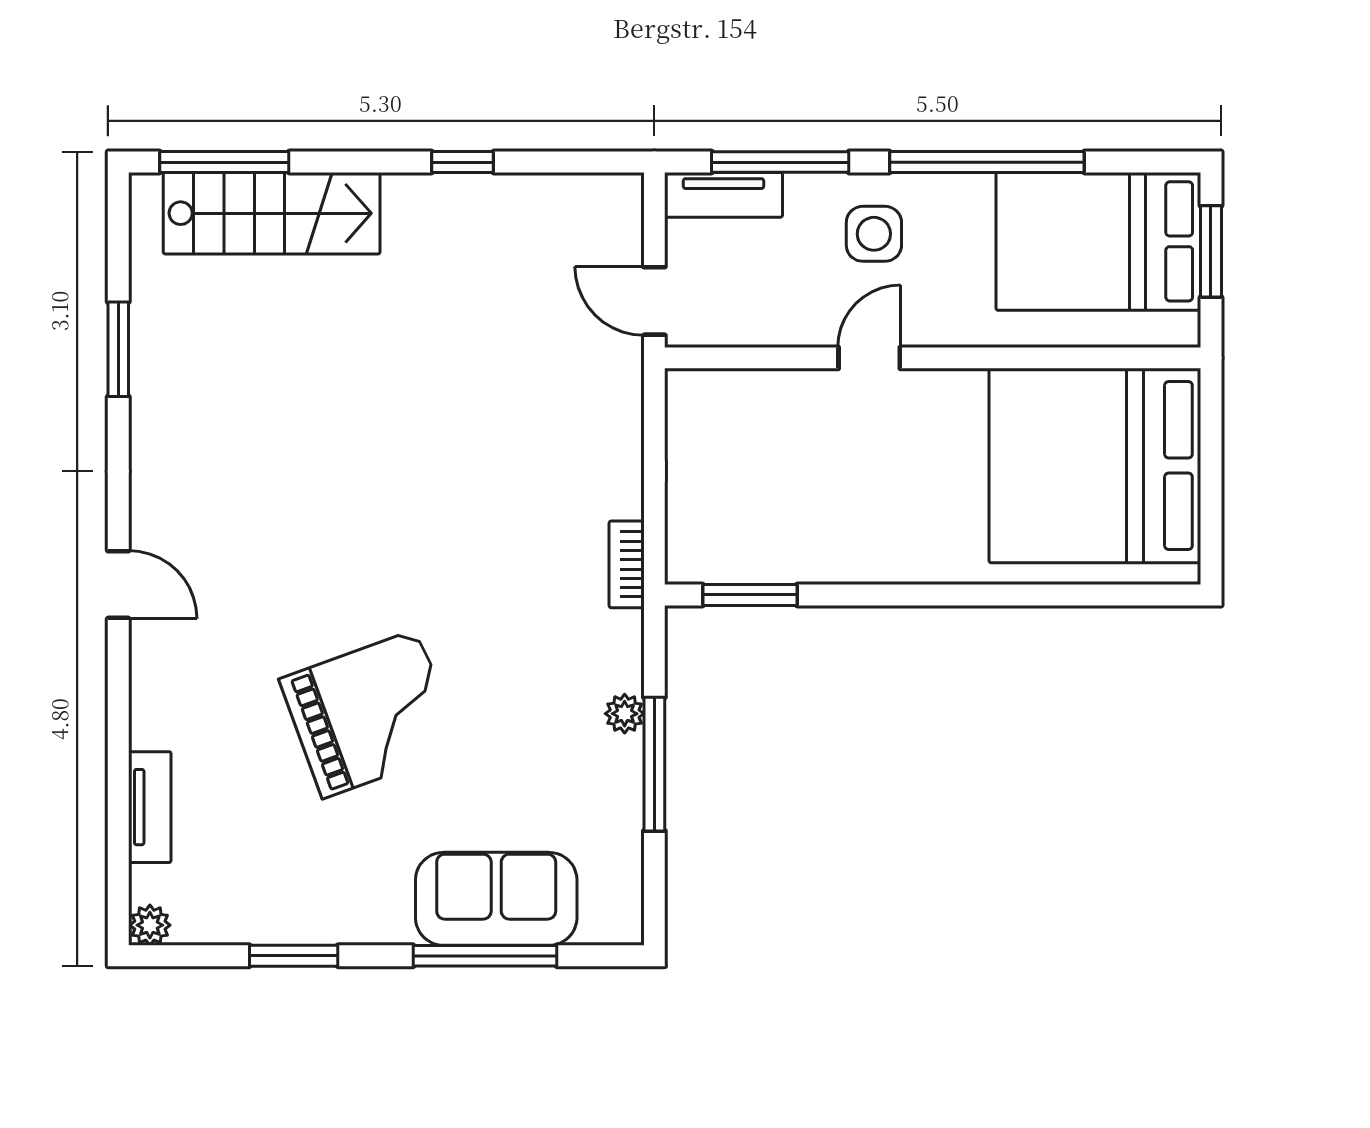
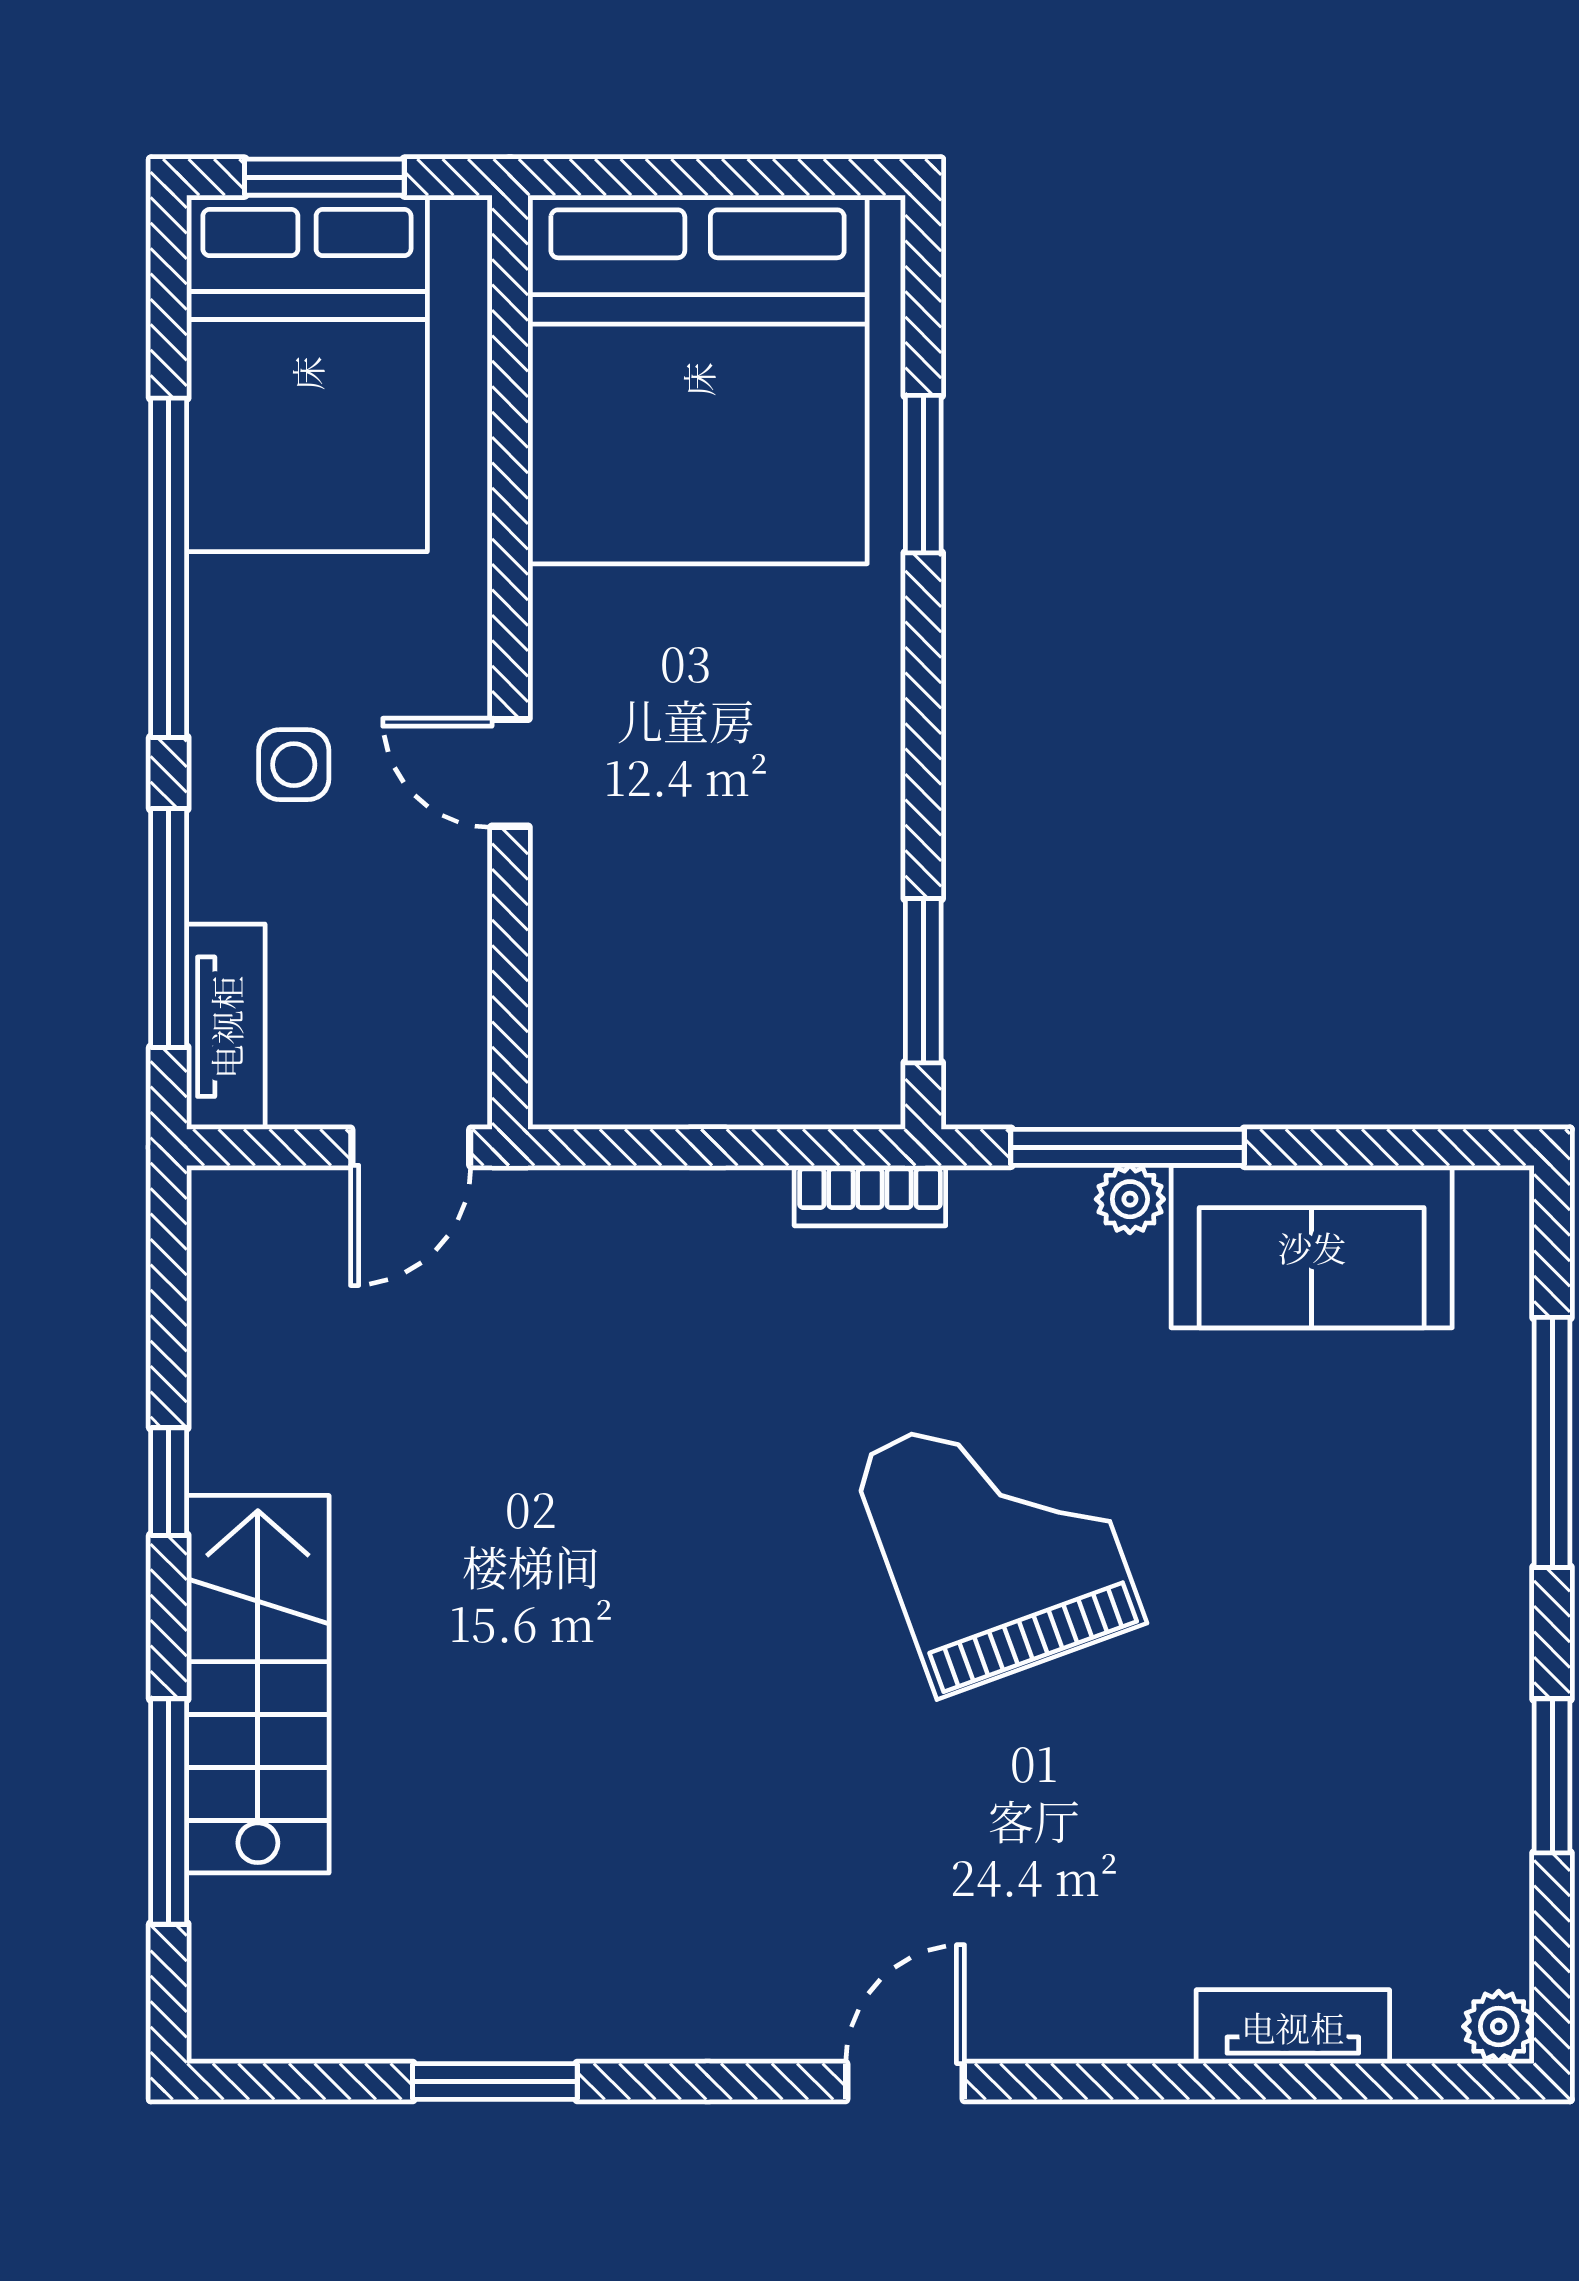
window: (224, 162) -> (169, 1812), moved
stairs: (272, 213) -> (258, 1684), moved
side table: (874, 234) -> (294, 765), width x0.73, depth x0.73
window: (1041, 595) -> (923, 474), added
grand piano: (370, 714) -> (998, 1540), moved
window: (654, 764) -> (1128, 1147), moved
sofa: (496, 899) -> (1312, 1247), moved, turned -90

